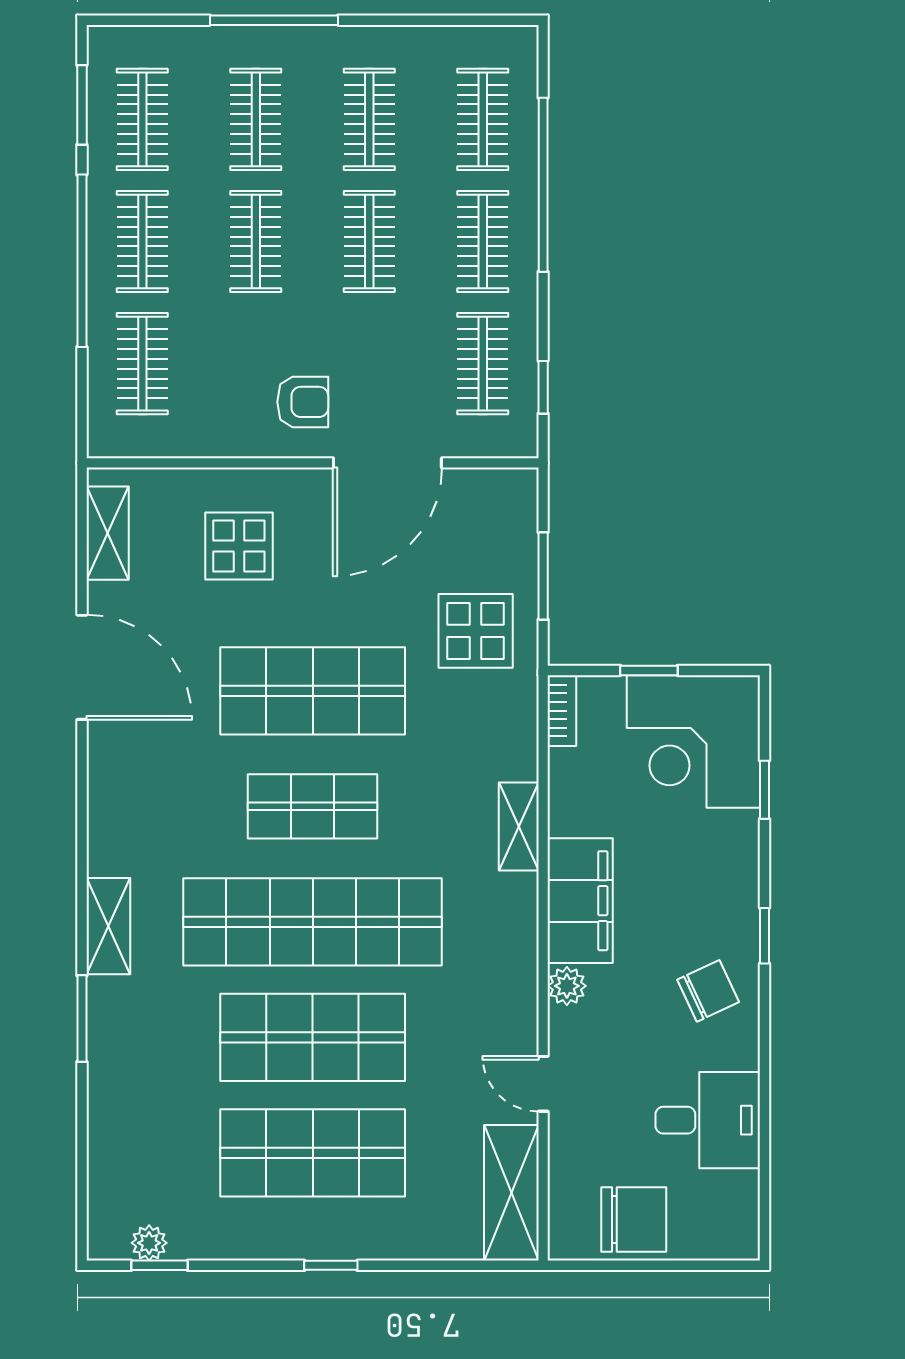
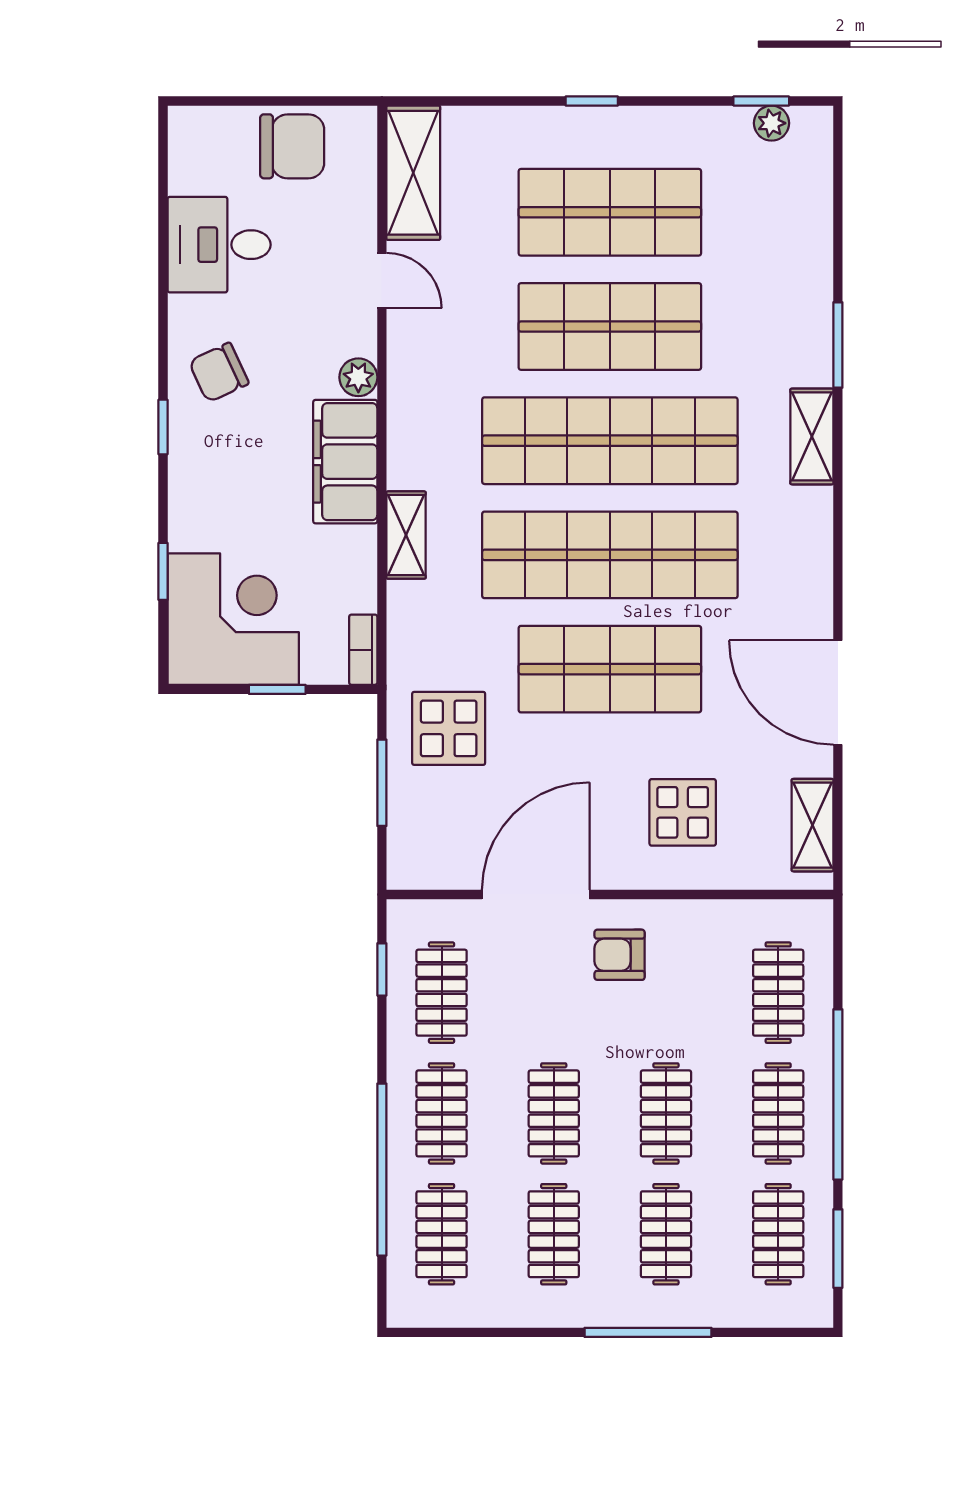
shop shelf: (313, 806) -> (610, 555), width x2.00, depth x1.36
chair: (634, 1220) -> (292, 146), turned 180

